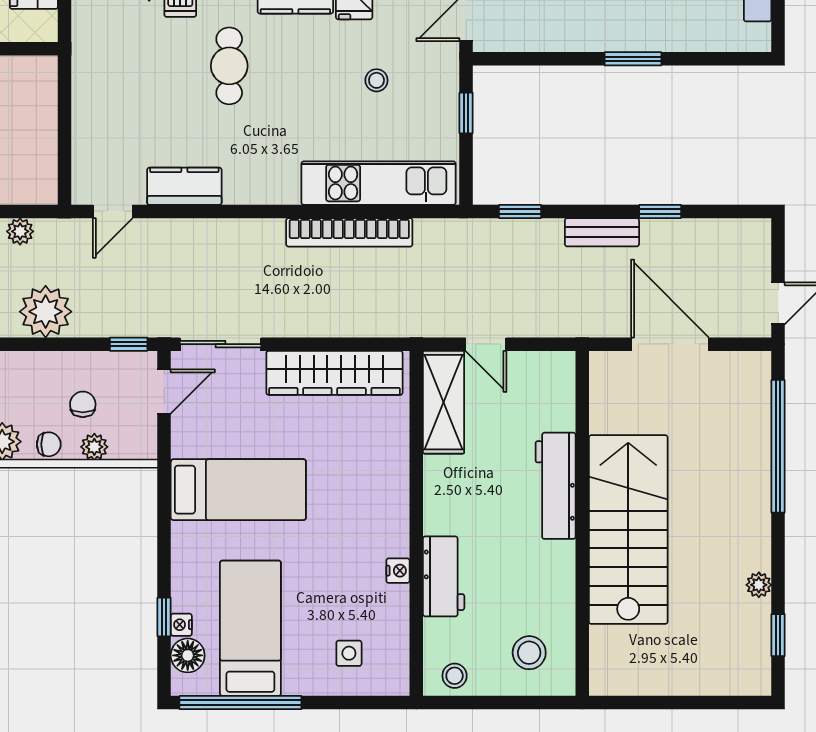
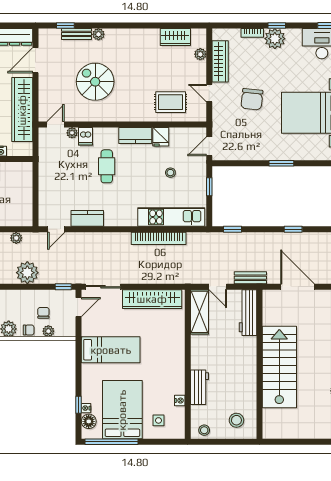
bench: (602, 232) -> (250, 278), moved
workbench: (556, 486) -> (248, 313), moved
nightstand: (398, 571) -> (180, 401), moved
bed: (250, 628) -> (122, 410), width x1.50

